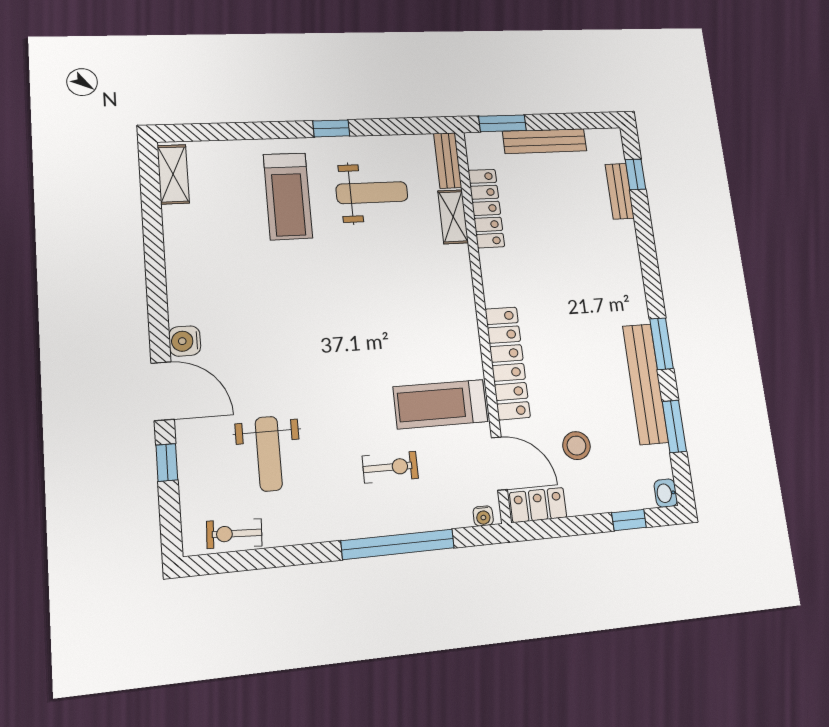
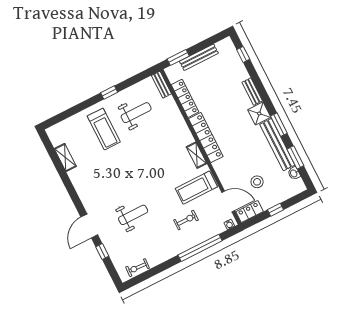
shelving: (173, 174) -> (65, 157), moved
bench: (620, 191) -> (252, 92), moved
shelving: (453, 217) -> (197, 155), moved
shower: (629, 304) -> (259, 114), added
water cooler: (185, 341) -> (89, 204), removed
locker: (507, 363) -> (206, 138), moved
door: (163, 391) -> (89, 226), swing flipped
weight bench: (269, 454) -> (133, 215), moved, turned -90
washbasin: (666, 493) -> (294, 173), moved
window: (629, 520) -> (275, 210), moved

